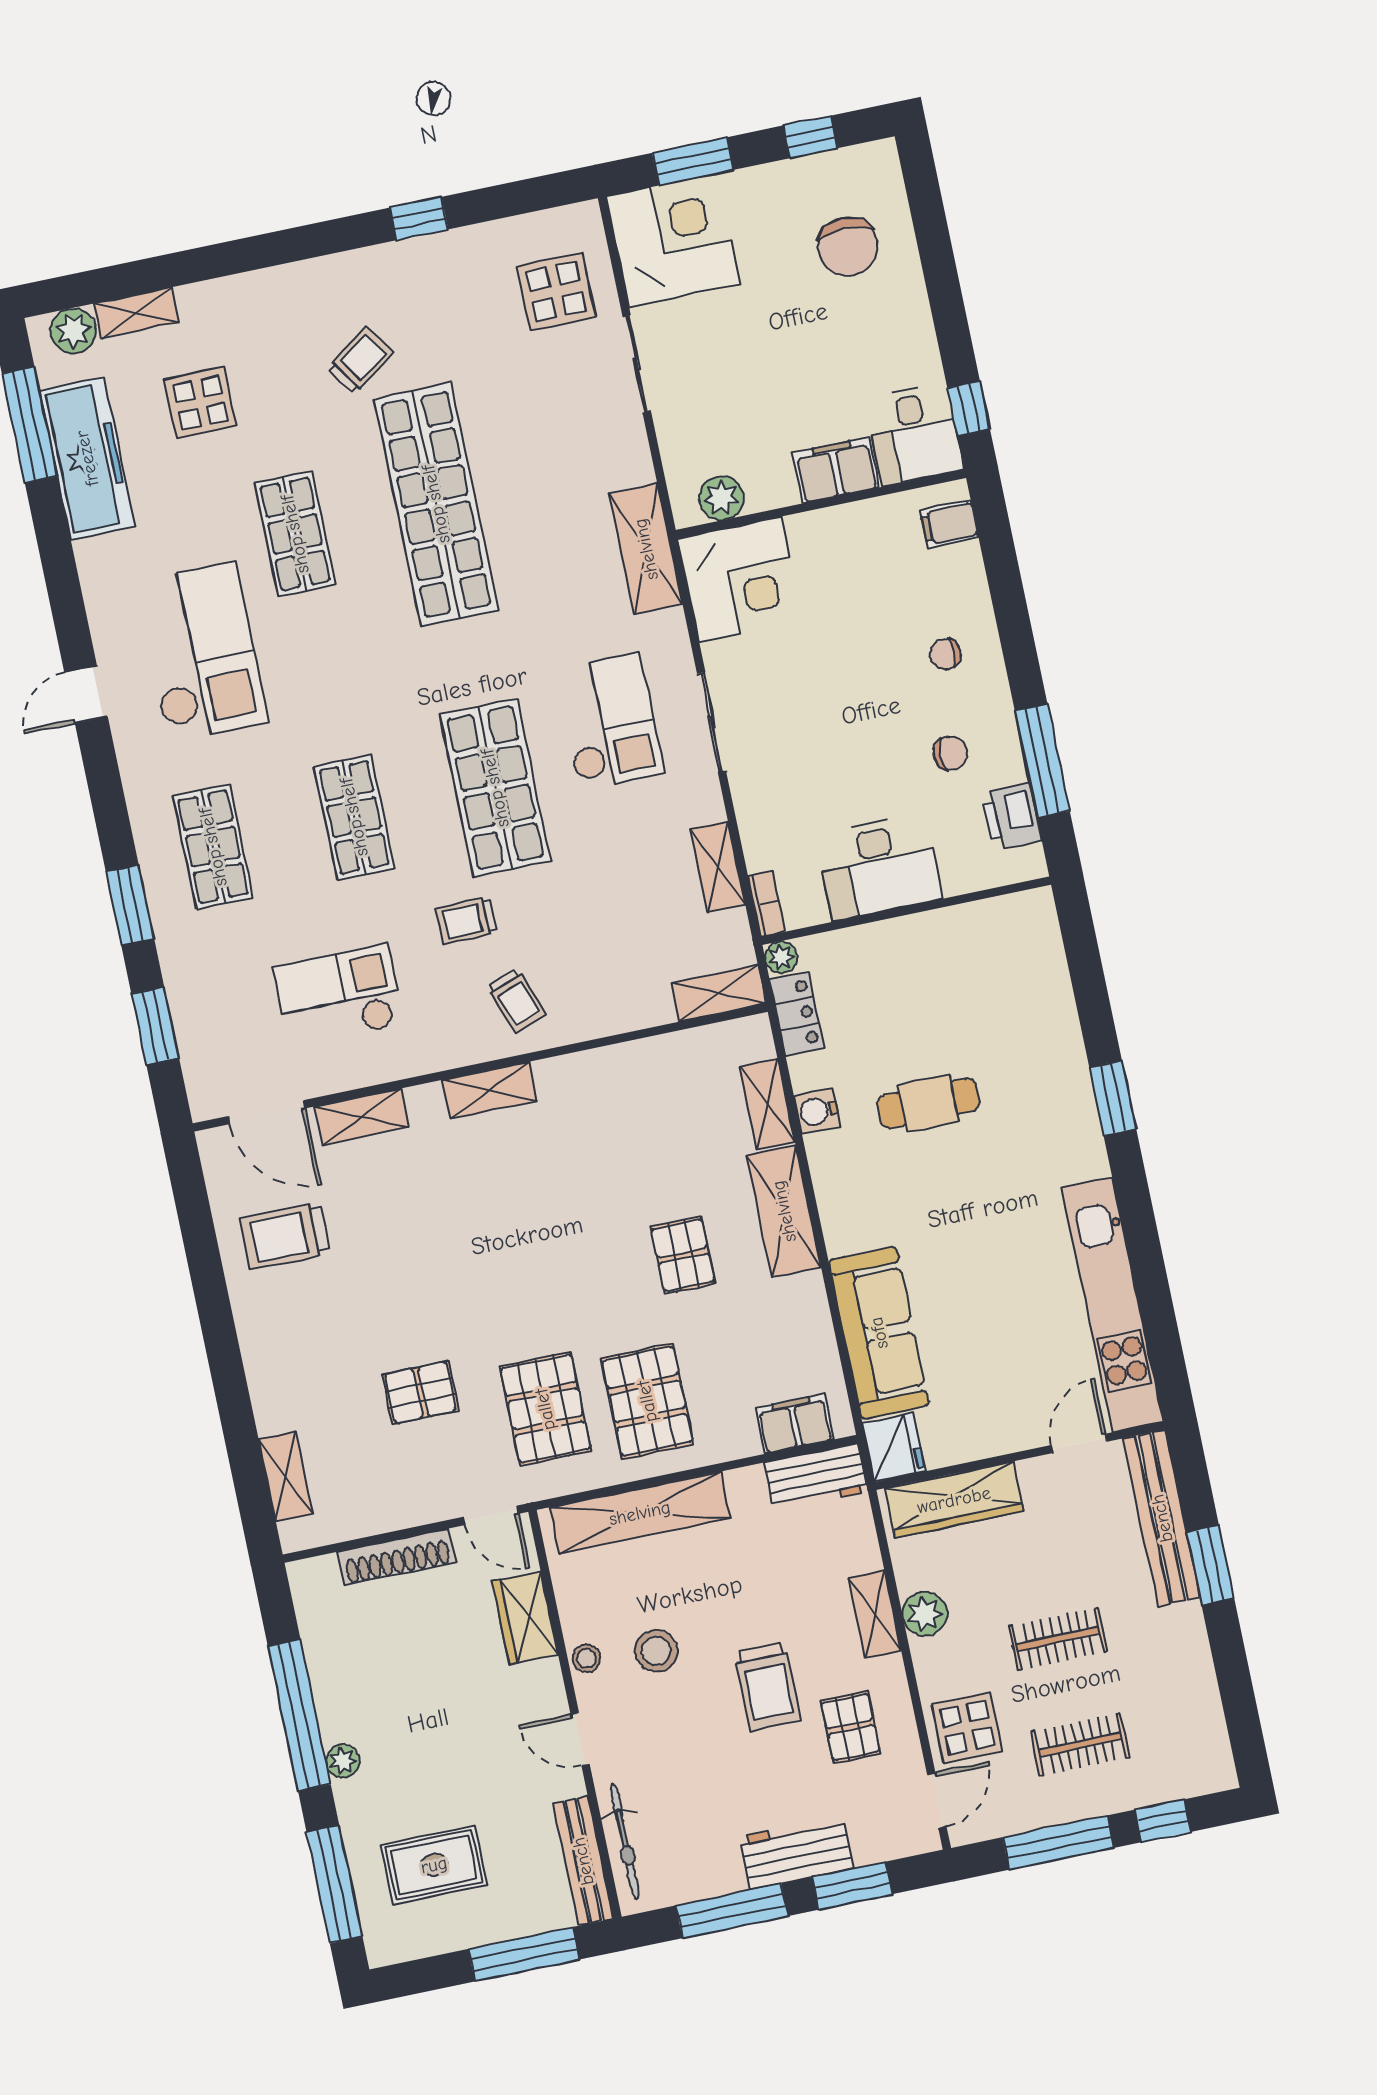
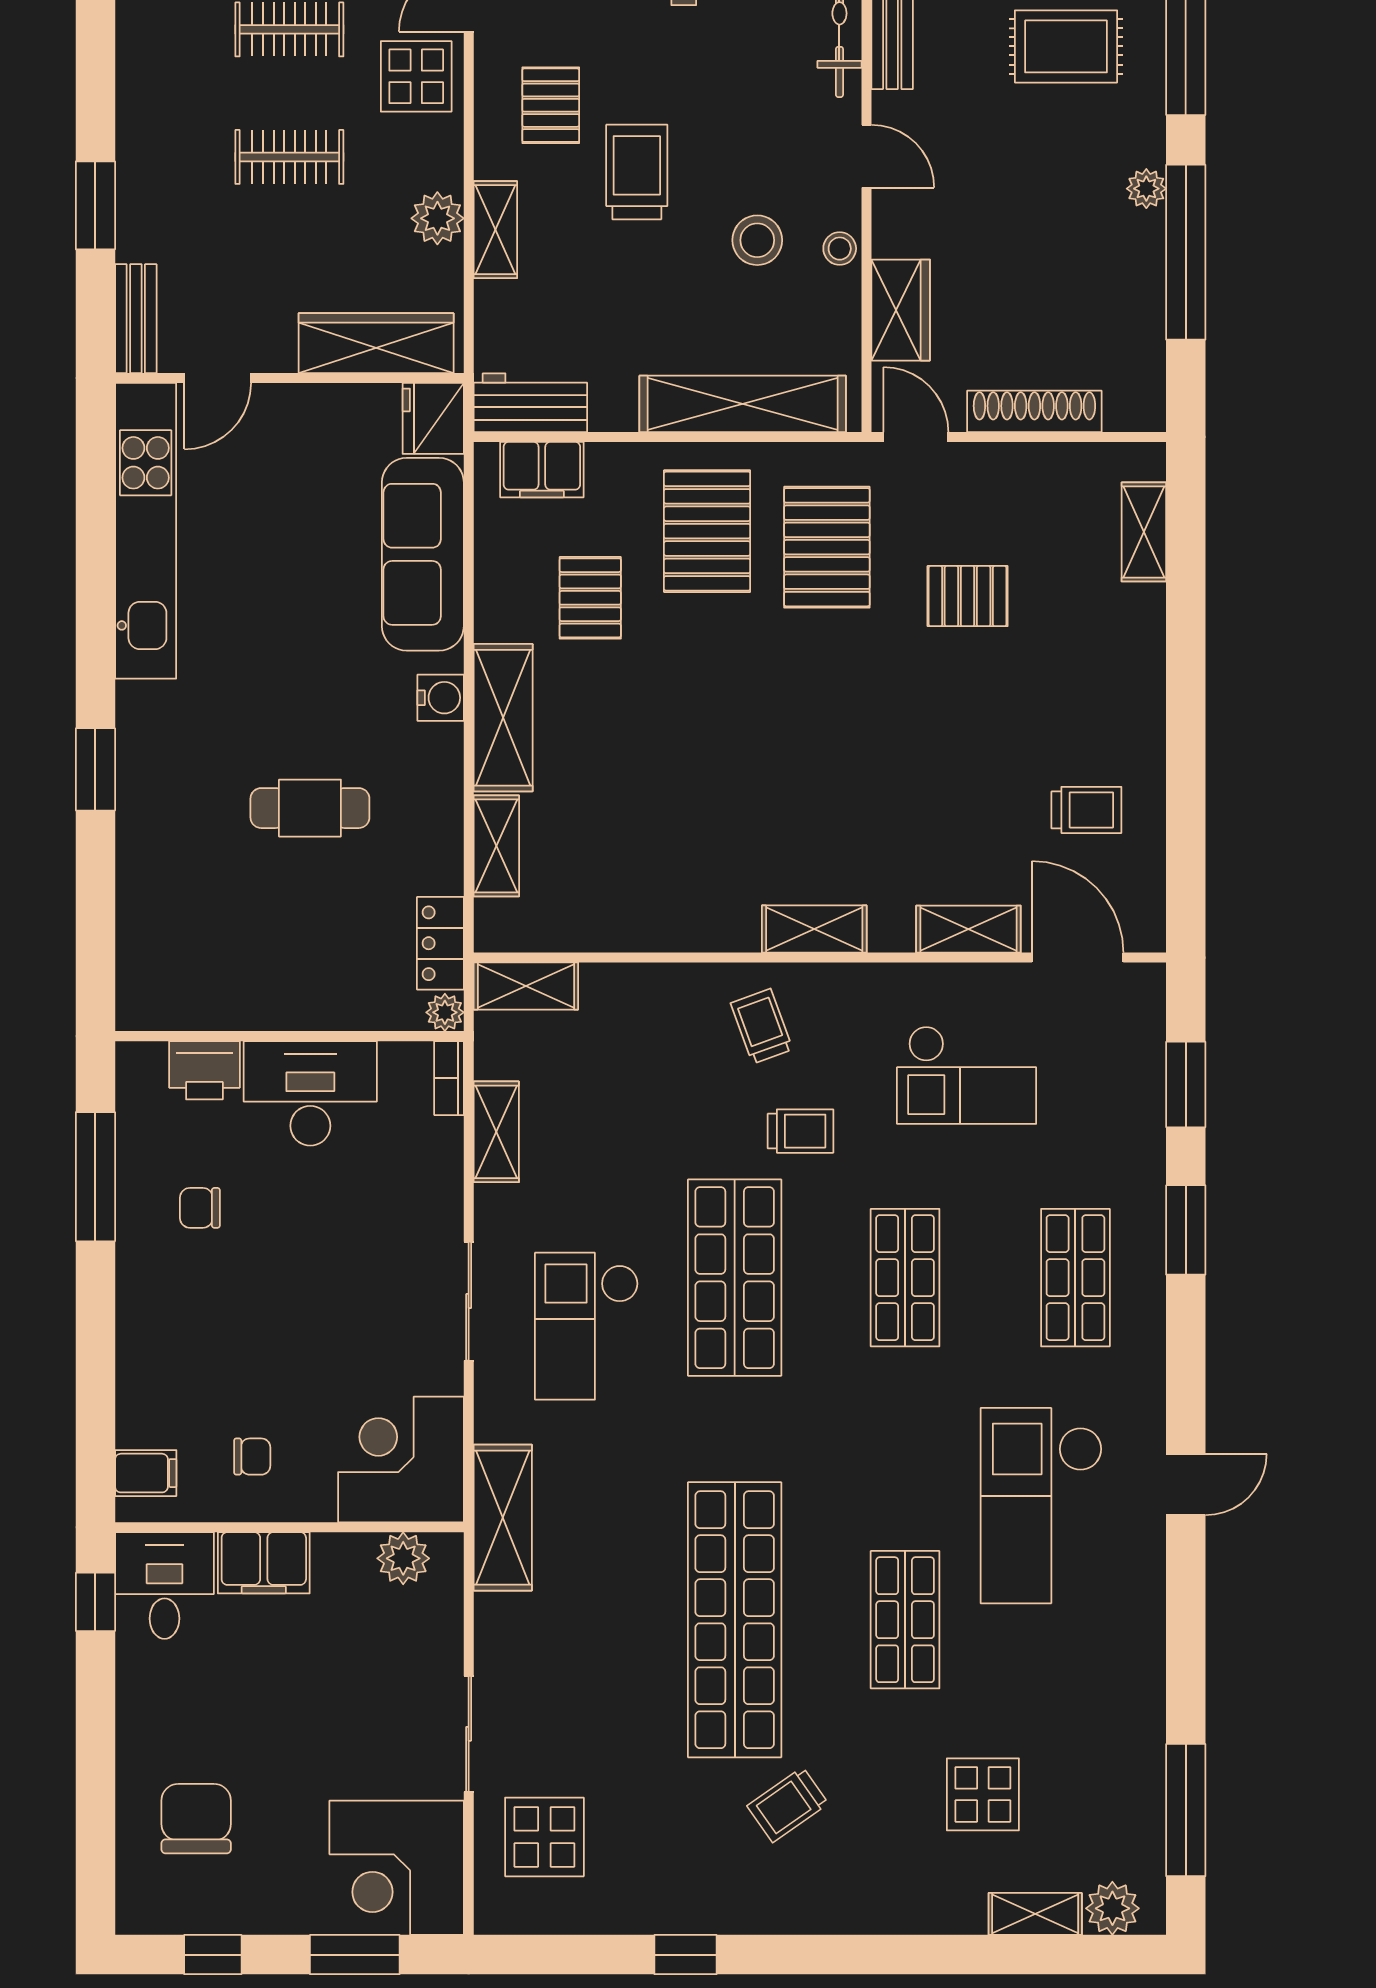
freezer: (87, 458) -> (1127, 1757), removed
chair: (945, 654) -> (252, 1457), moved
printer: (1012, 817) -> (204, 1070), moved, turned 90
water cooler: (817, 1111) -> (441, 698), moved
trolley: (285, 1236) -> (1086, 810), width x0.73, depth x0.72
pallet: (683, 1255) -> (590, 598), moved
bench: (1162, 1518) -> (136, 319), width x0.54, depth x0.82

